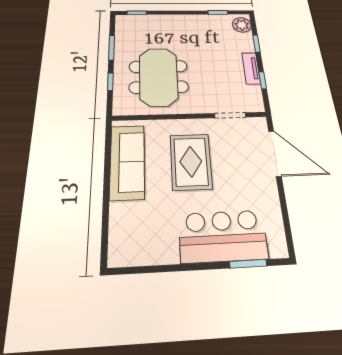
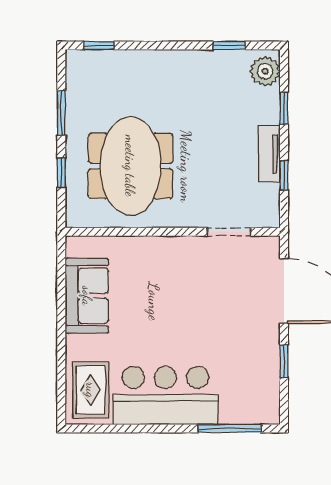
sofa: (127, 162) -> (87, 296), width x0.73
rug: (191, 162) -> (91, 390), moved, width x0.73, depth x0.70
window: (284, 205) -> (284, 361), added
bar counter: (223, 236) -> (165, 396), moved
window: (248, 264) -> (230, 429), width x1.44

